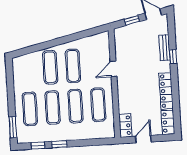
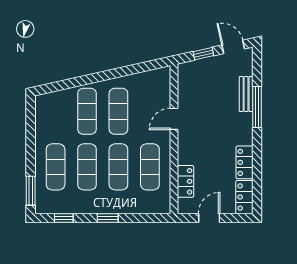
window: (173, 57) -> (257, 107), width x2.17
locker: (166, 91) -> (244, 162), width x0.66
locker: (125, 125) -> (185, 181), moved
window: (59, 144) -> (108, 218), moved

